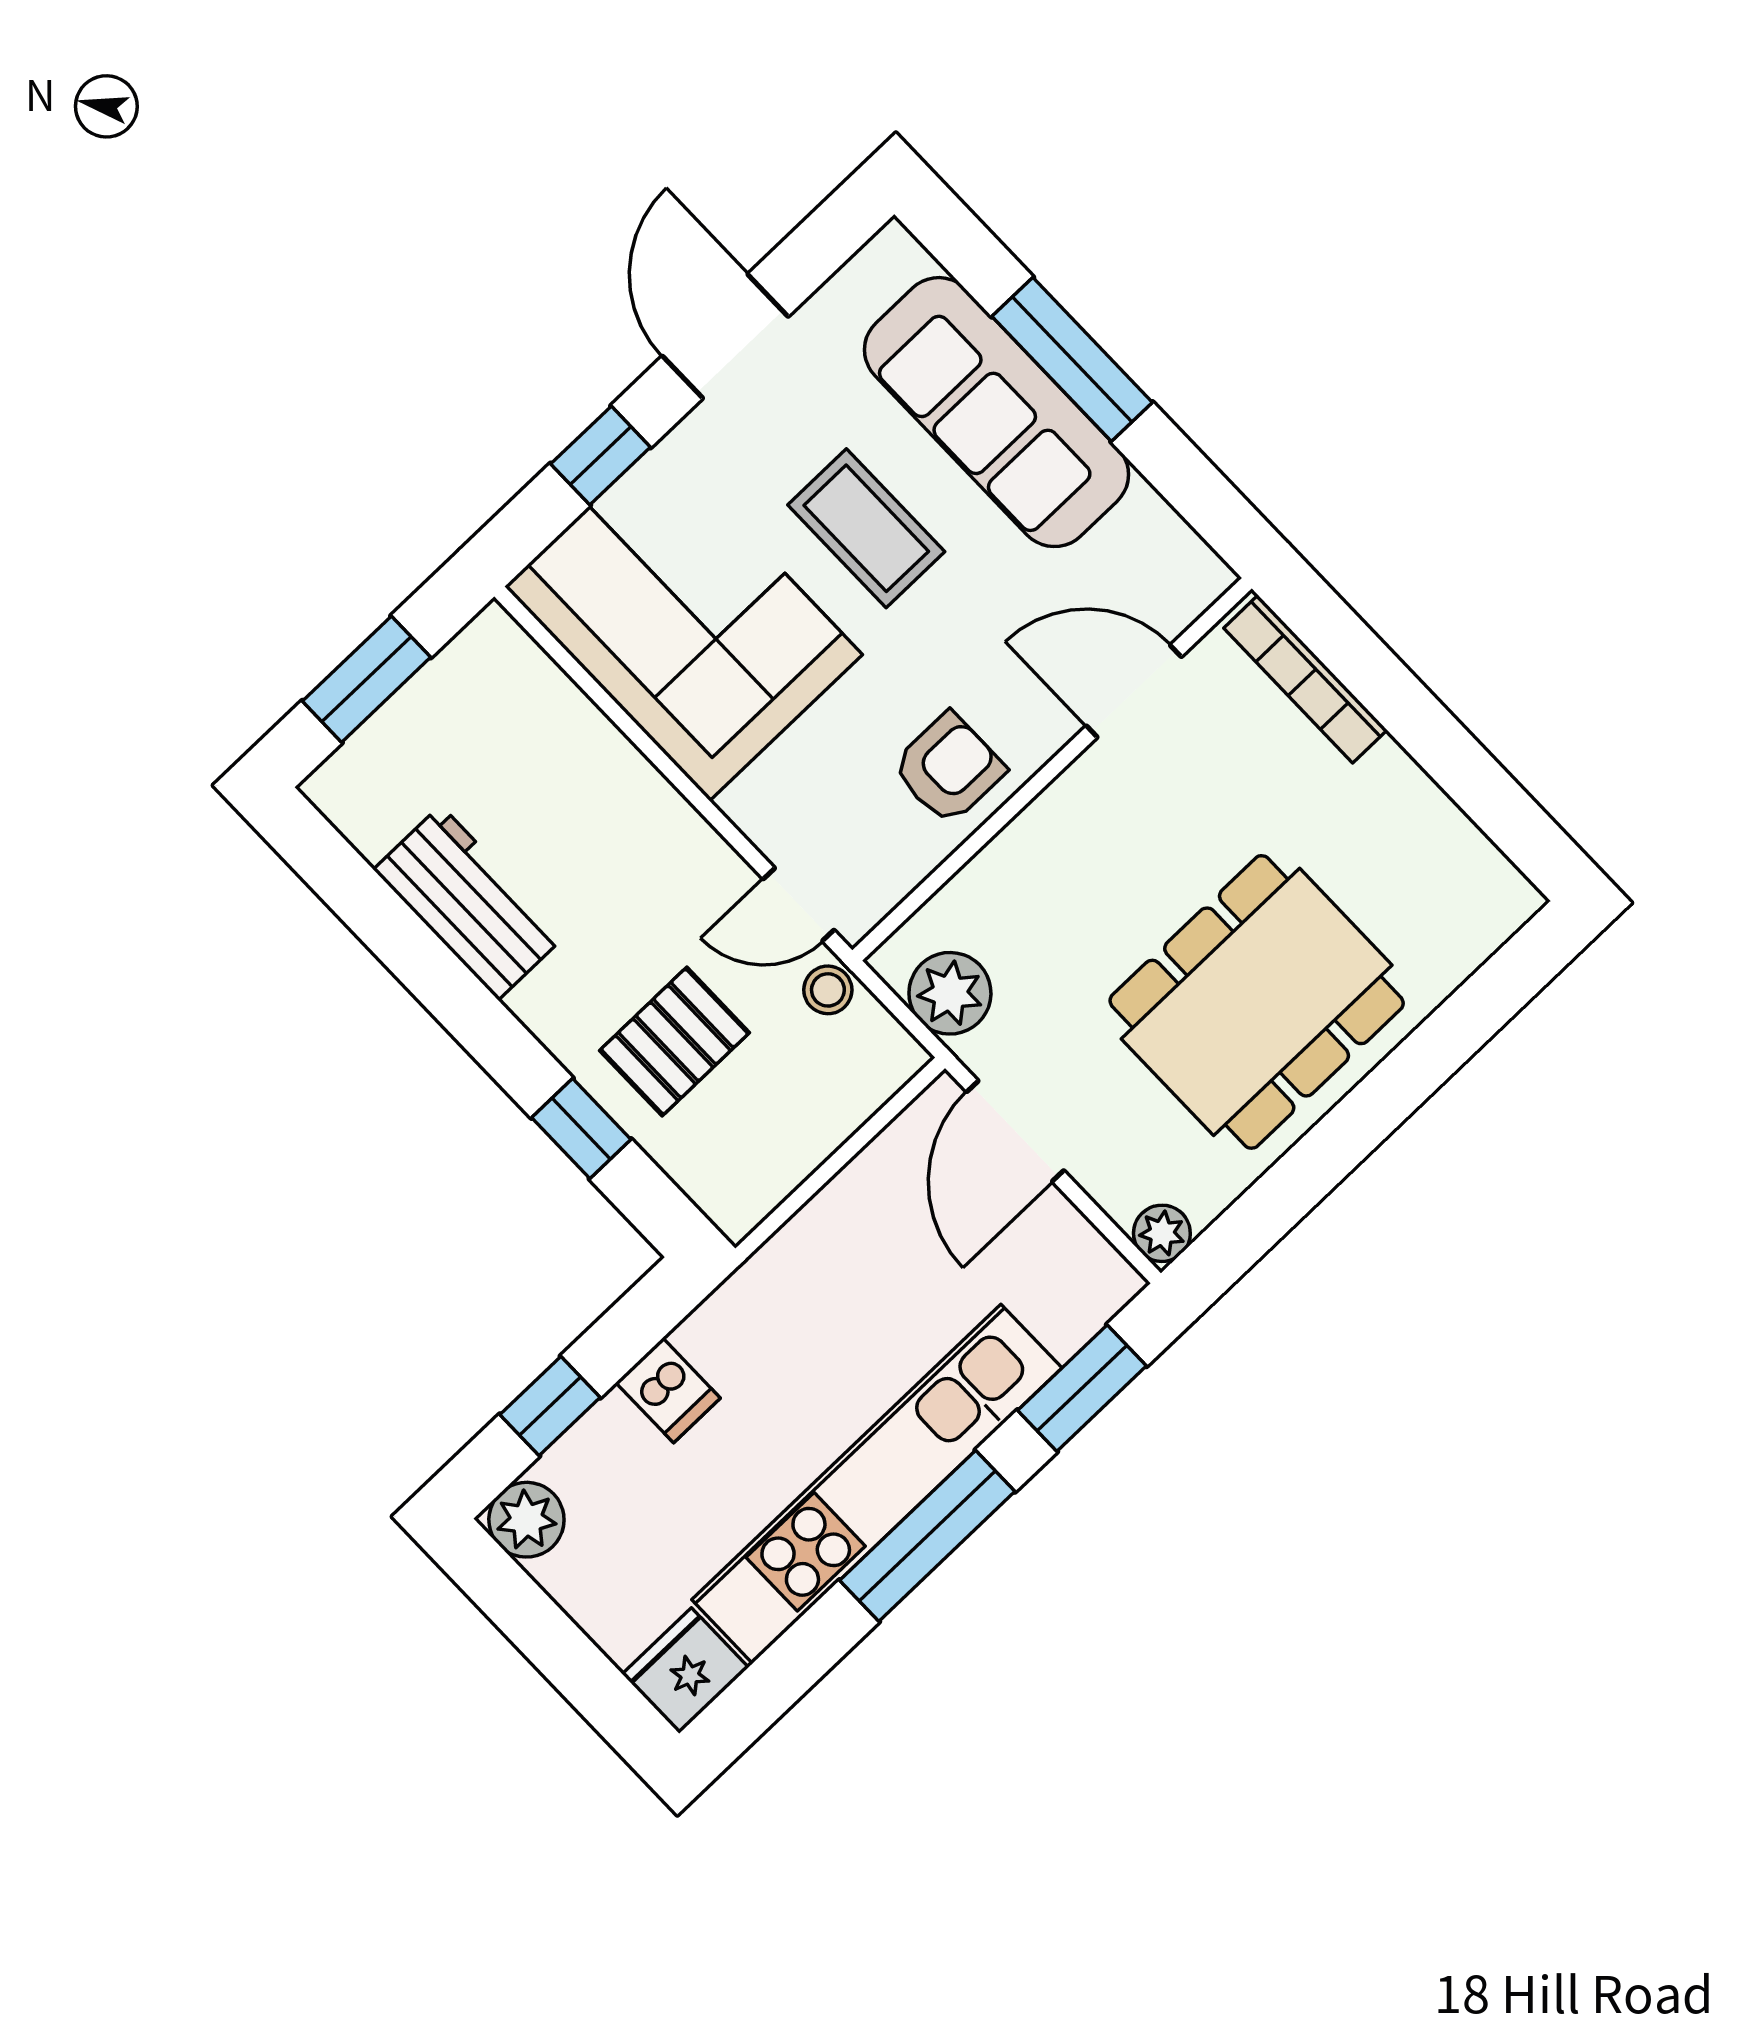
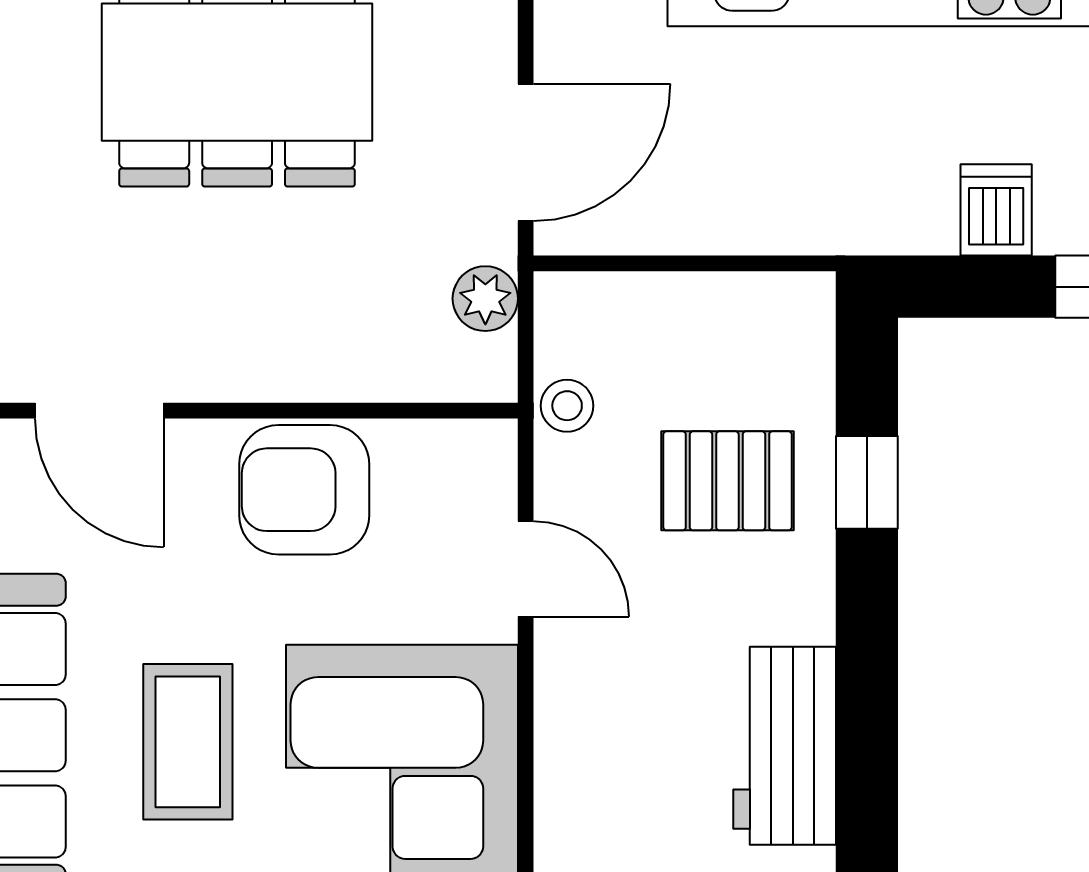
armchair: (948, 768) -> (304, 490), width x1.38, depth x1.38
door: (799, 904) -> (526, 569), moved
plant: (950, 993) -> (485, 299), width x0.73, depth x0.73

